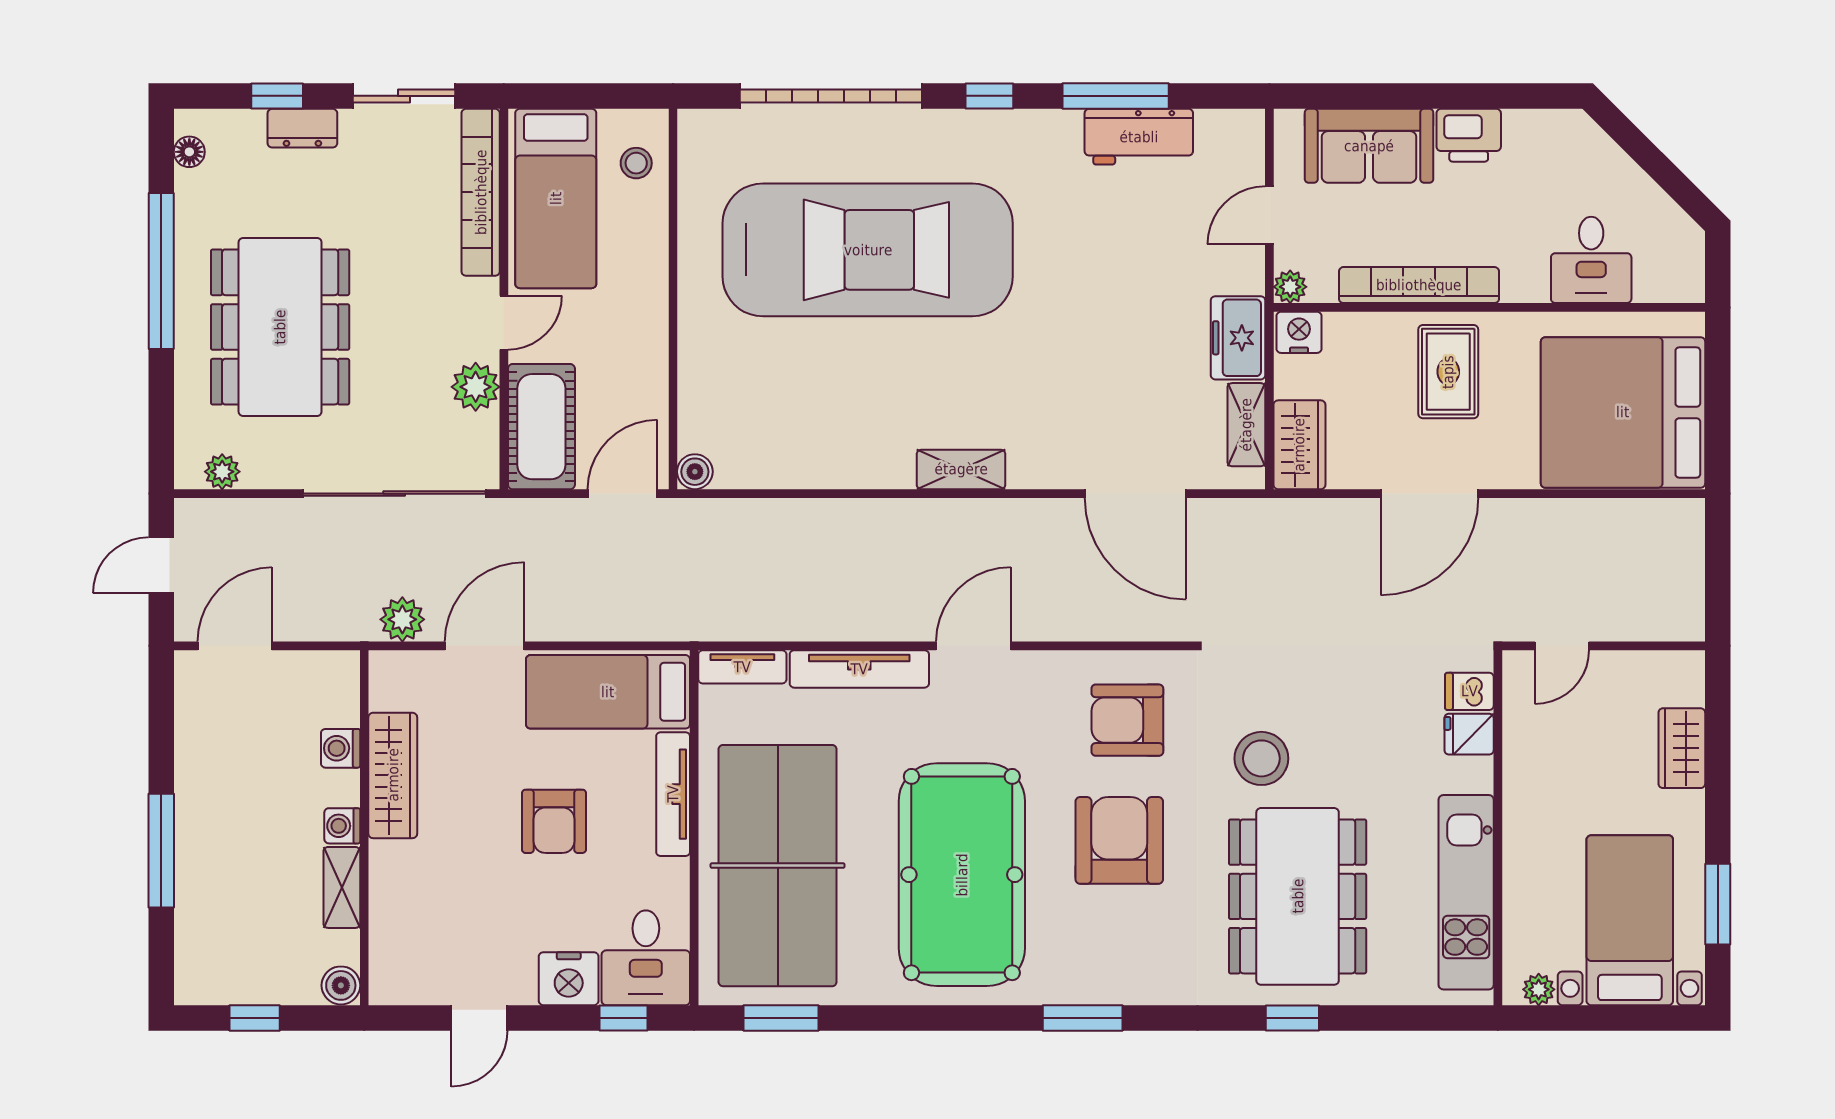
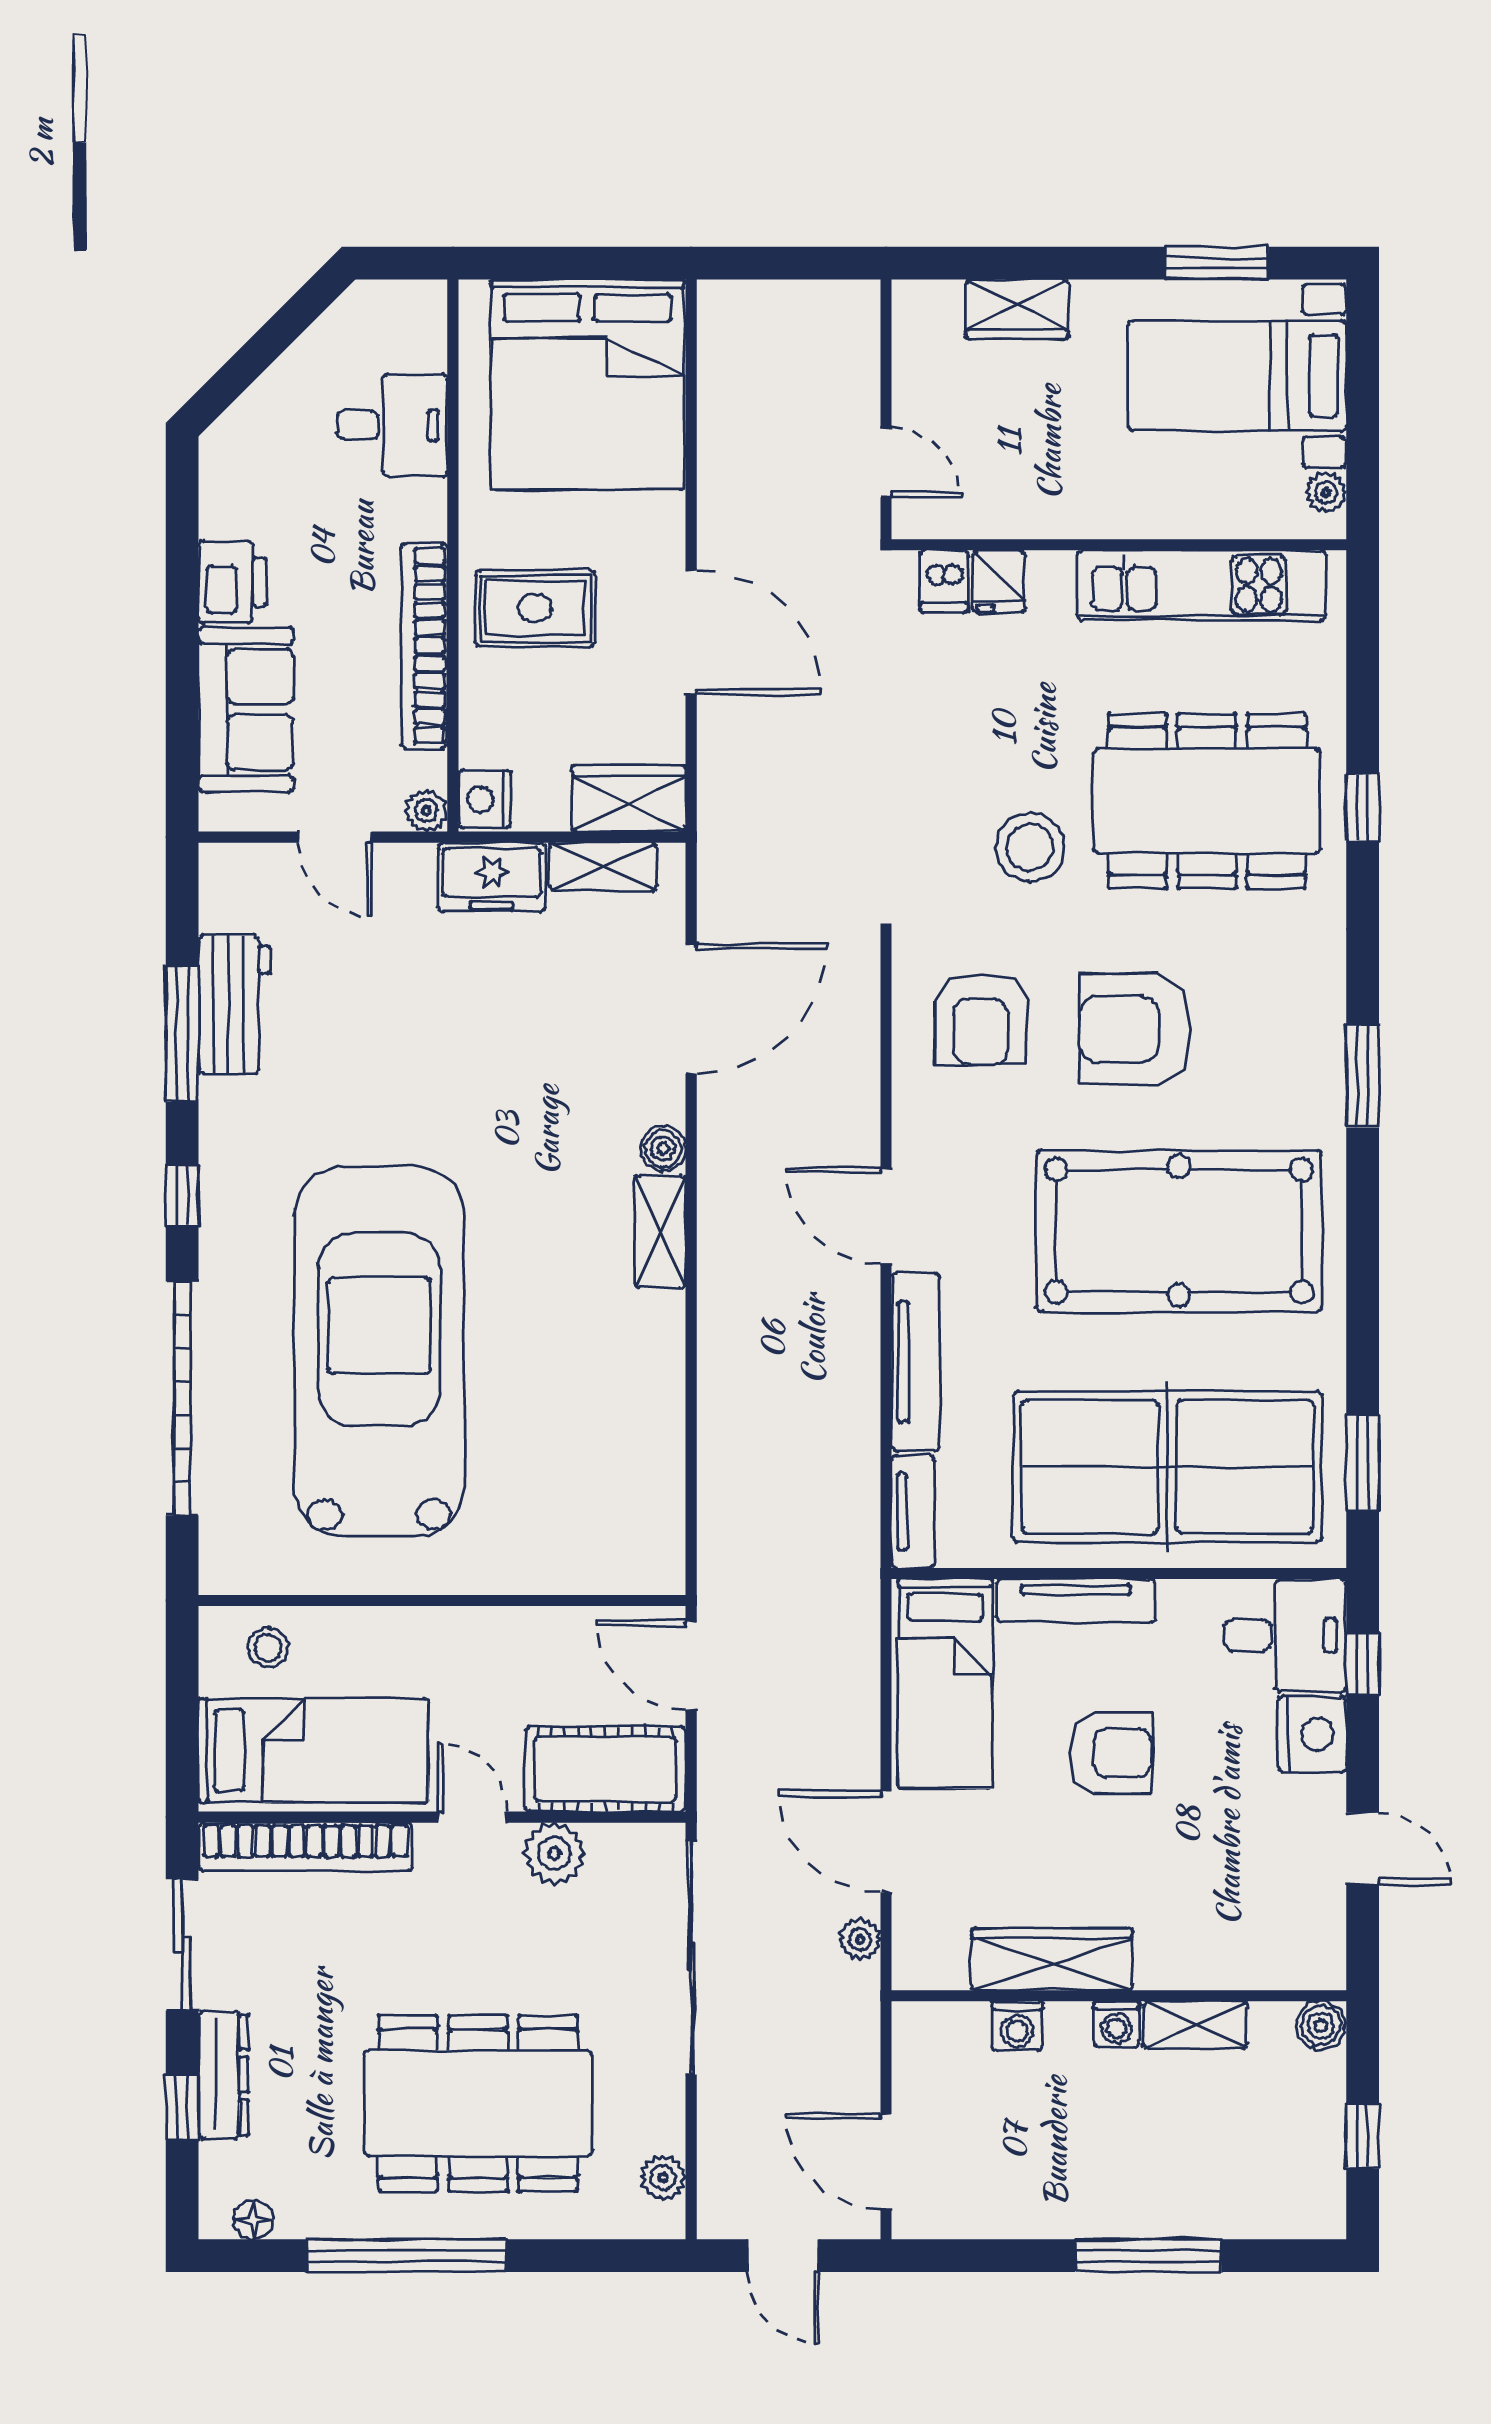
dresser: (302, 128) -> (223, 2075), width x1.44
boiler: (695, 472) -> (663, 1148), moved
plant: (402, 619) -> (860, 1939), width x0.73, depth x0.73

